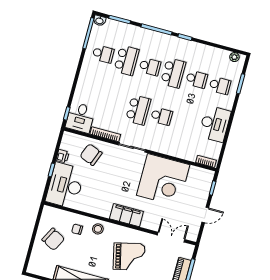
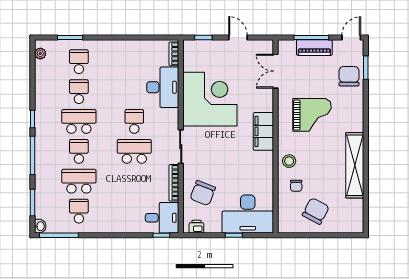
desk: (215, 124) -> (163, 87), moved, turned 90
printer: (63, 156) -> (196, 227), moved
grand piano: (129, 257) -> (312, 115), turned 103

